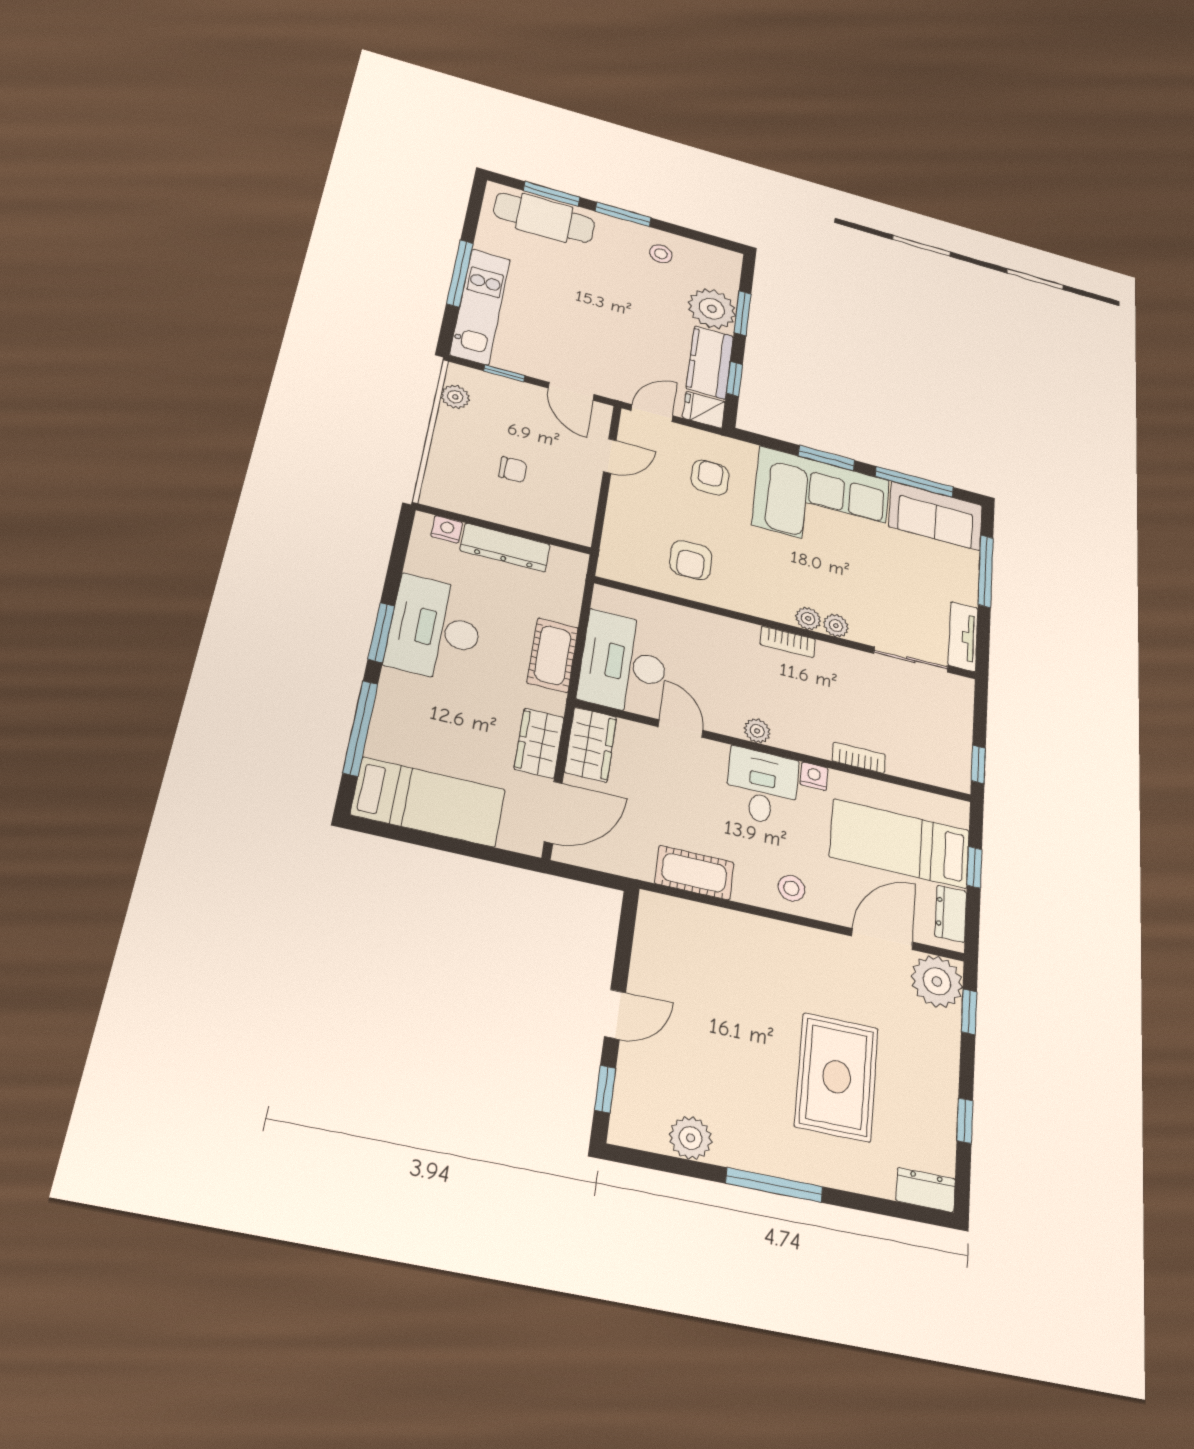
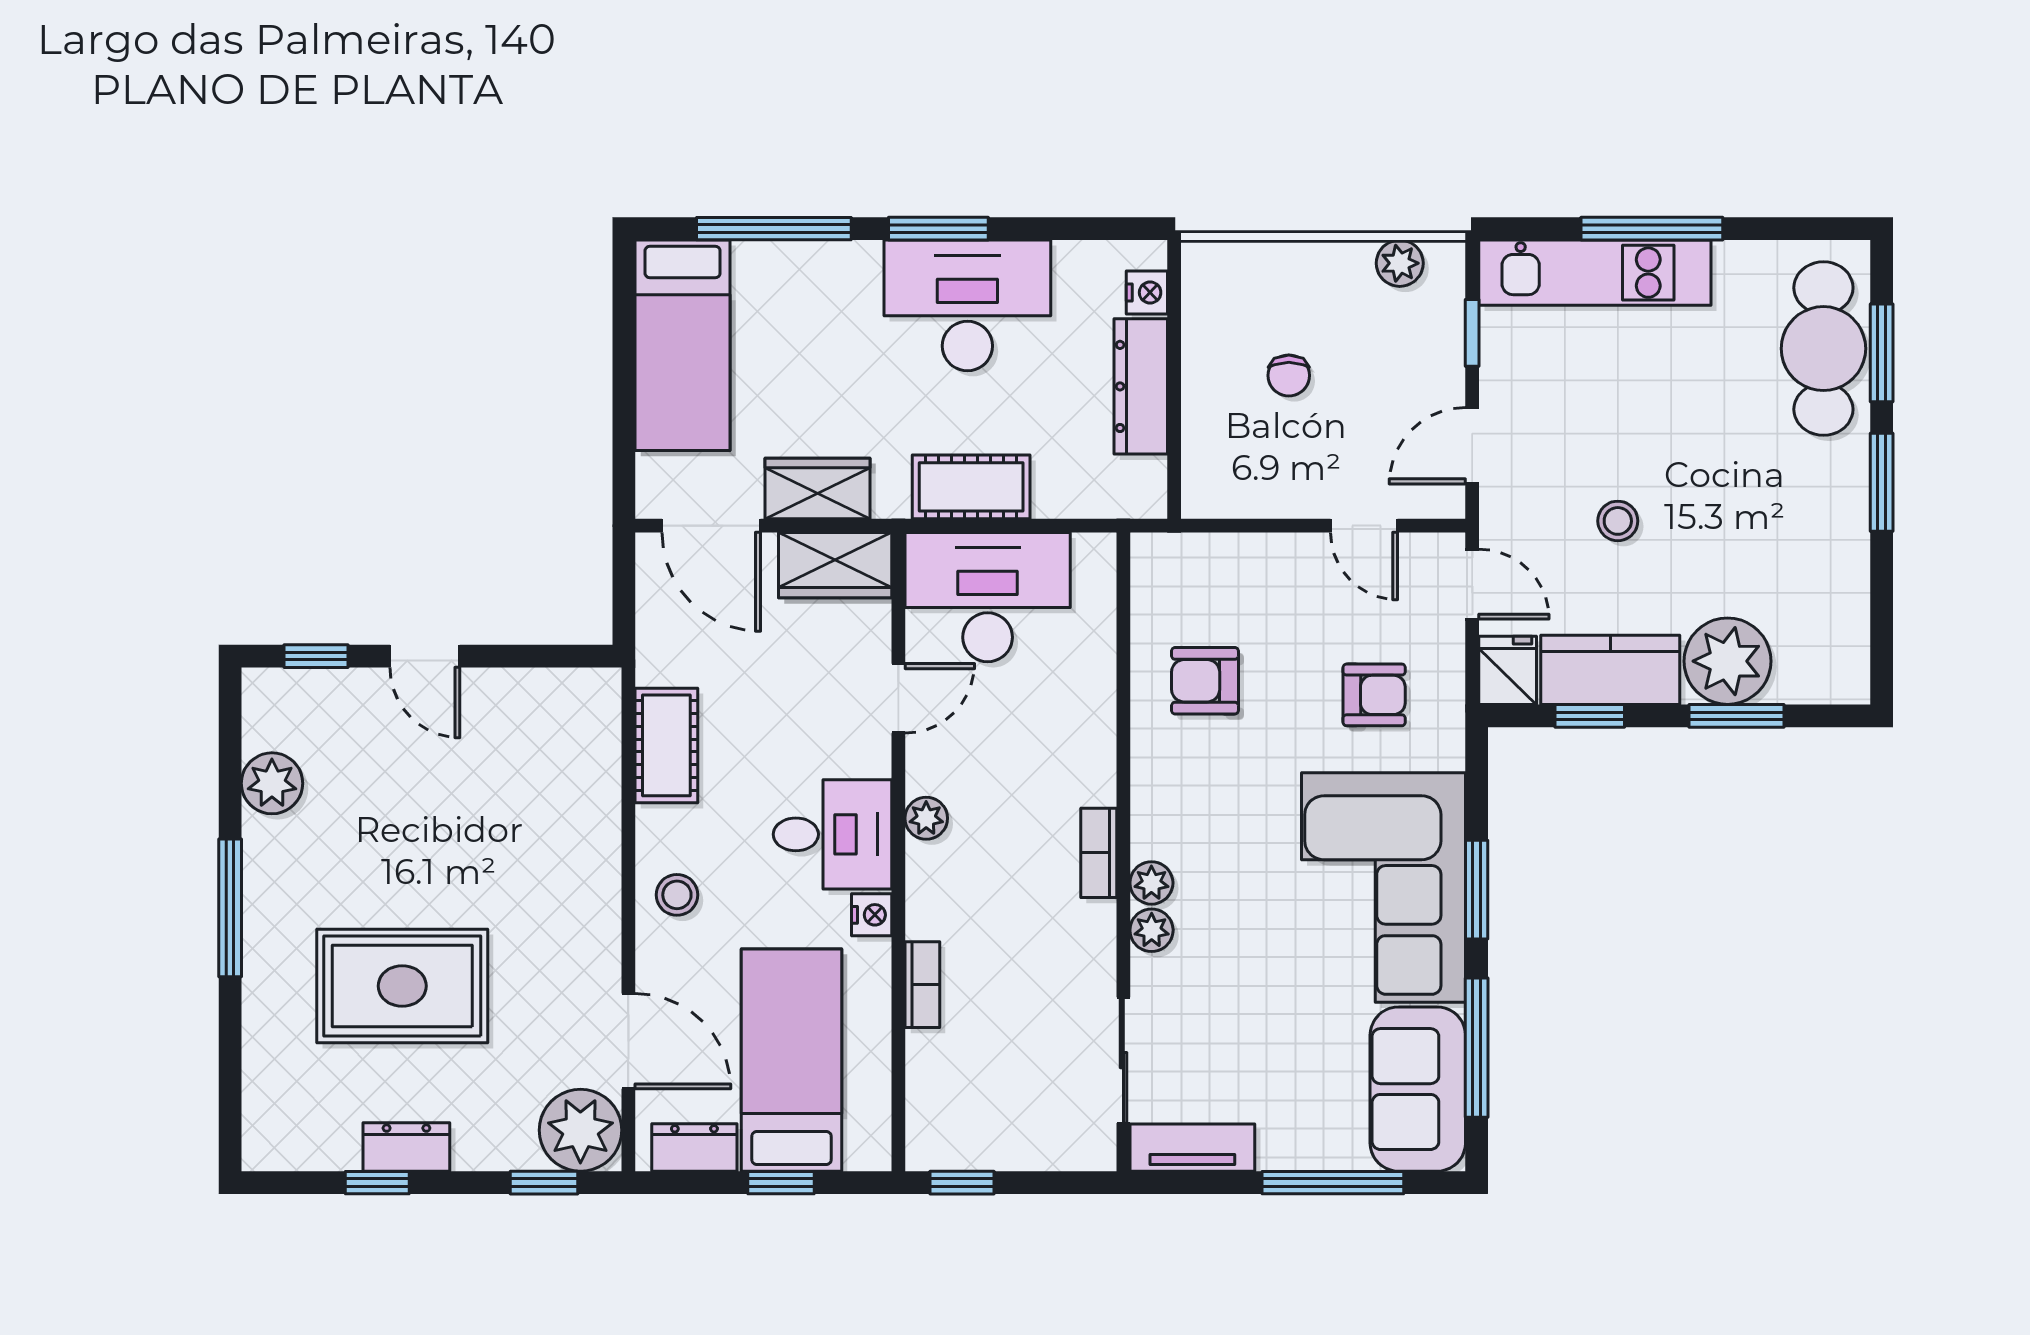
stool: (661, 254) -> (1618, 521), moved
dresser: (926, 1190) -> (406, 1147), moved, turned -90

